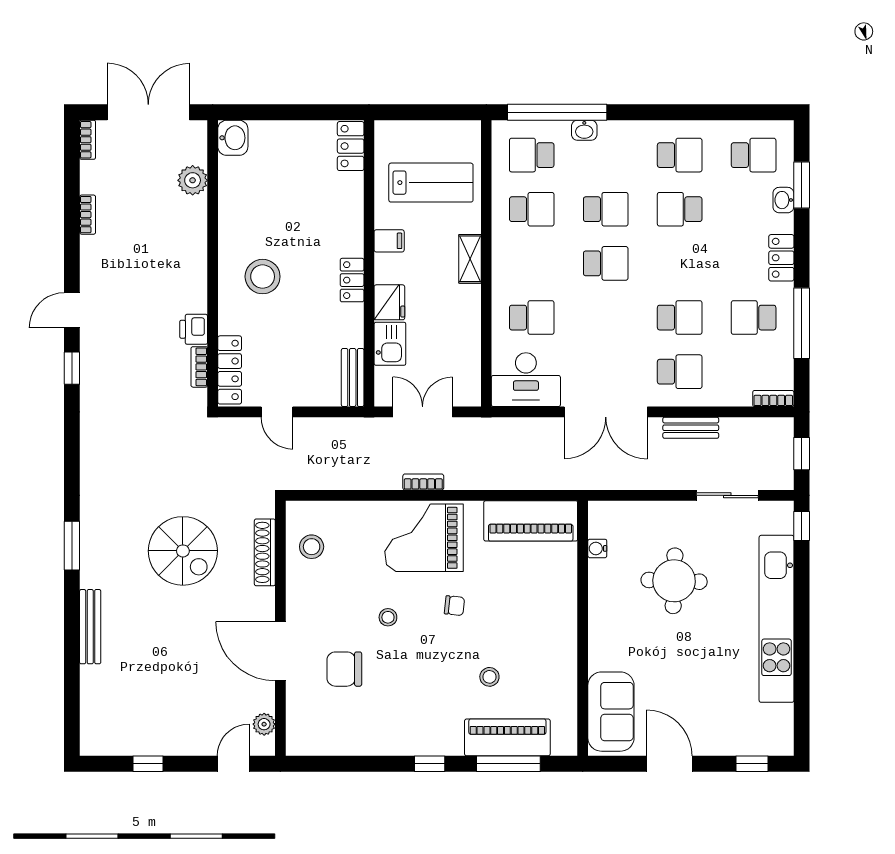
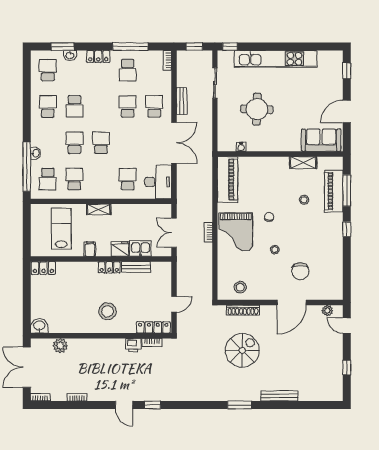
bench: (353, 377) -> (136, 267), moved
shelving: (565, 675) -> (303, 163), added

